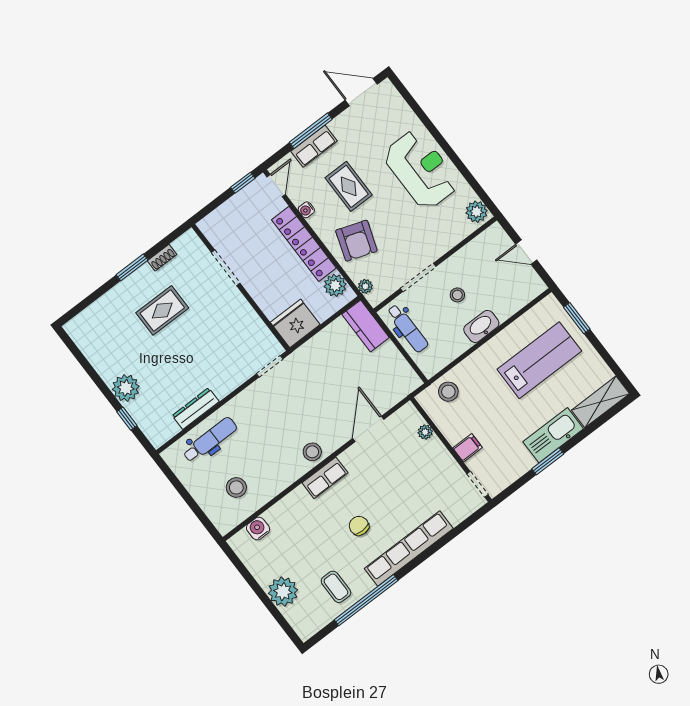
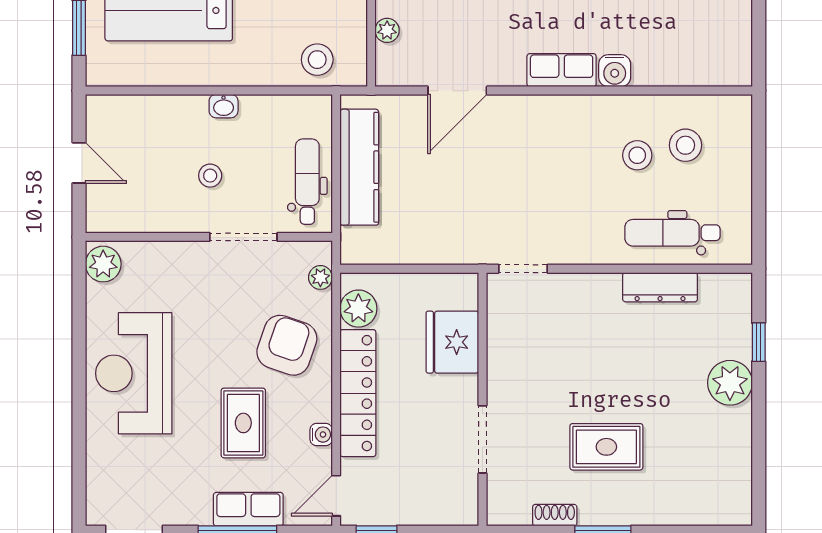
fridge: (295, 323) -> (452, 342), moved, turned 90
kitchen counter: (366, 326) -> (359, 167), moved, width x1.50
washbasin: (481, 326) -> (224, 106), width x0.52, depth x0.69
stool: (312, 452) -> (637, 155), moved
water cooler: (258, 529) -> (615, 71), moved

